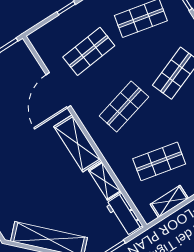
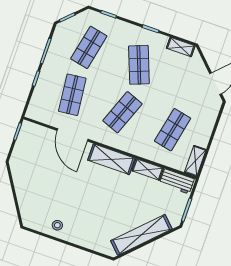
shop shelf: (124, 106) -> (122, 112), turned 36
shelving: (169, 201) -> (195, 161), moved

